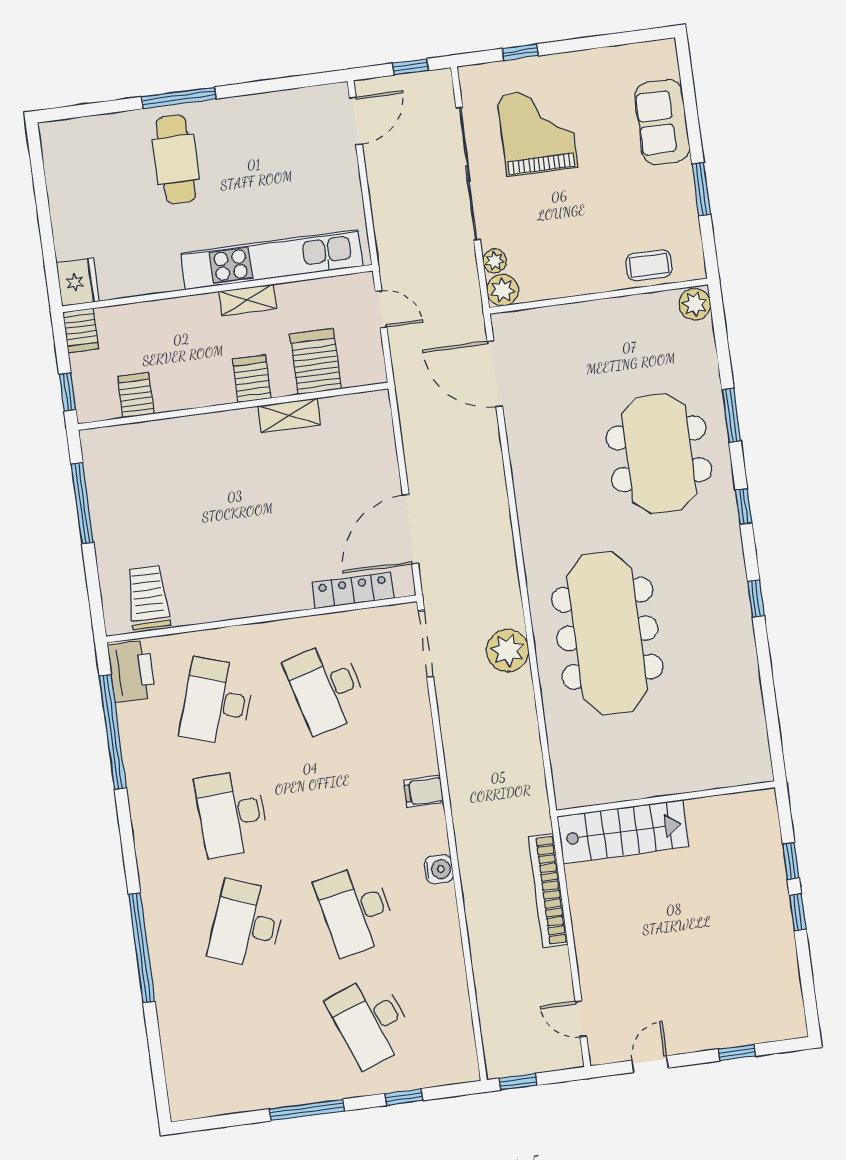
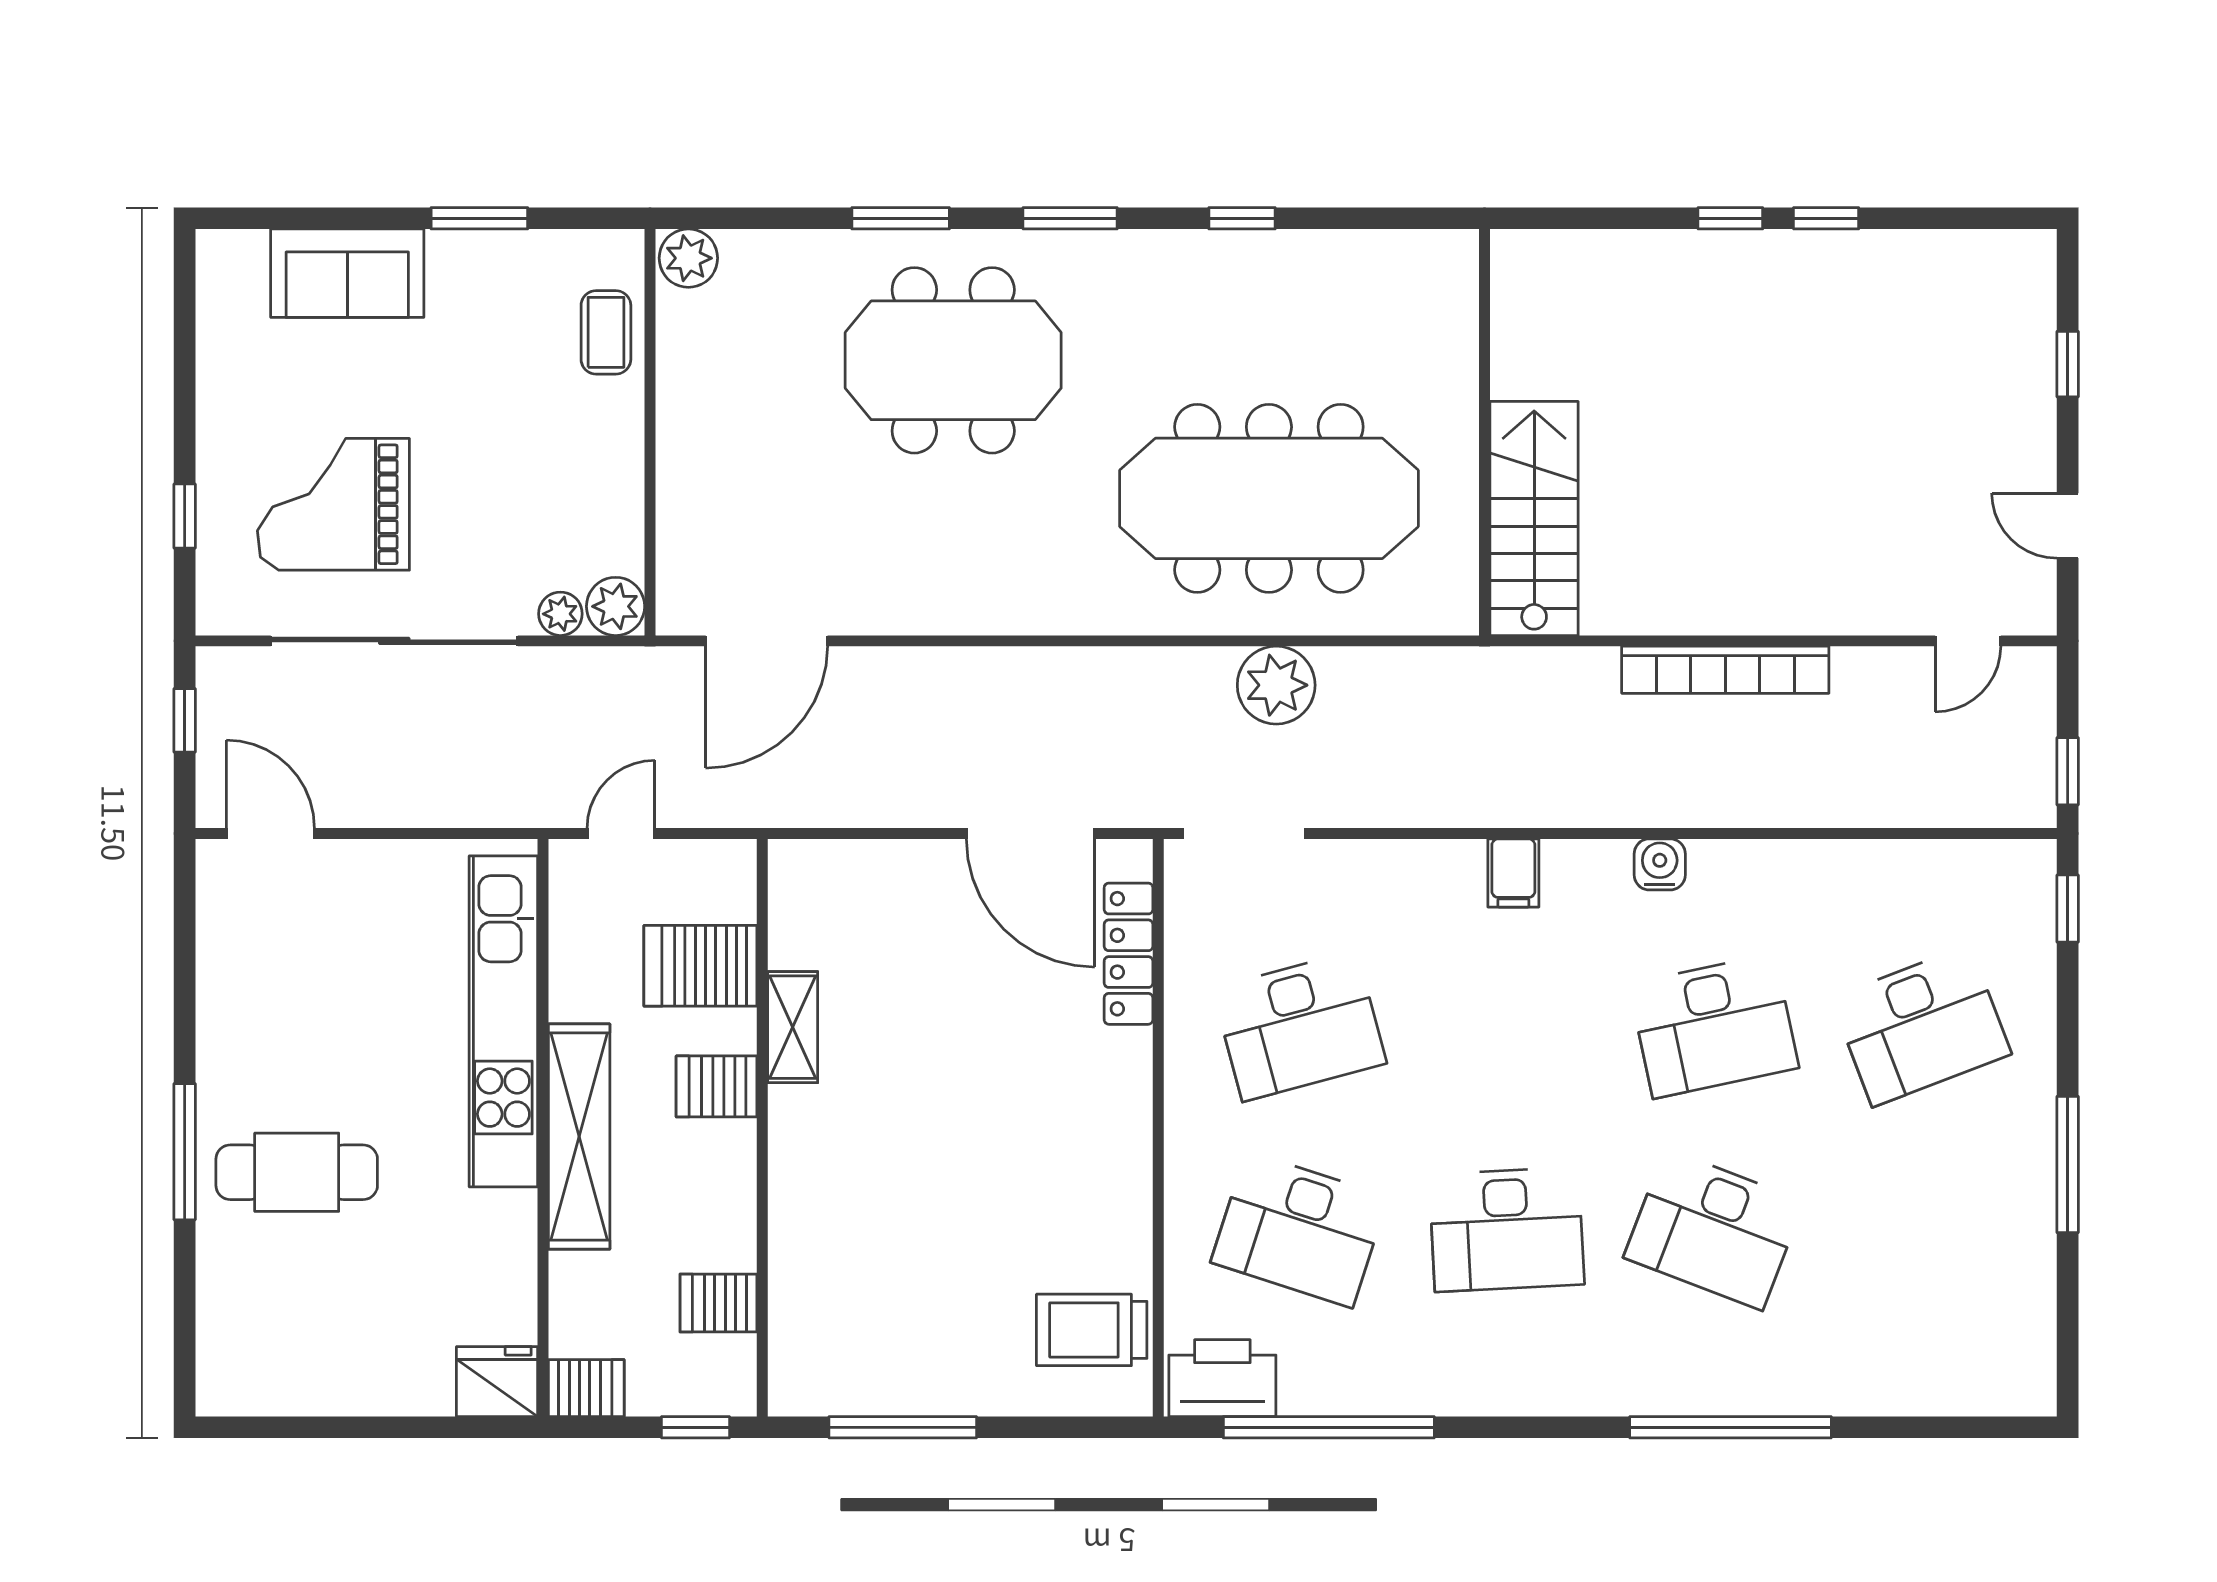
shelving: (248, 300) -> (579, 1137), width x2.20, depth x1.33
window: (744, 506) -> (1070, 218), width x1.50
wall: (666, 799) -> (1485, 432), moved
stairs: (623, 832) -> (1534, 518), moved
window: (404, 1097) -> (2068, 909), moved

